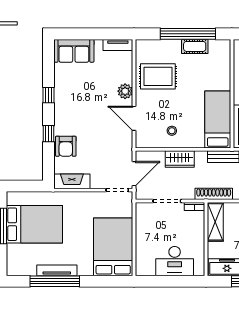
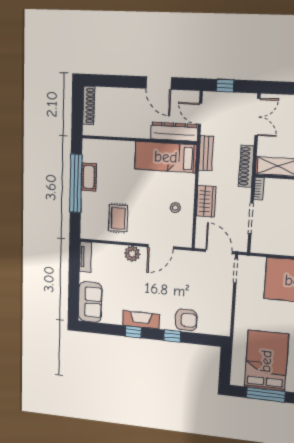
rug: (158, 76) -> (118, 218), width x0.73, depth x0.70
fireplace: (72, 181) -> (141, 320), moved, turned 90

